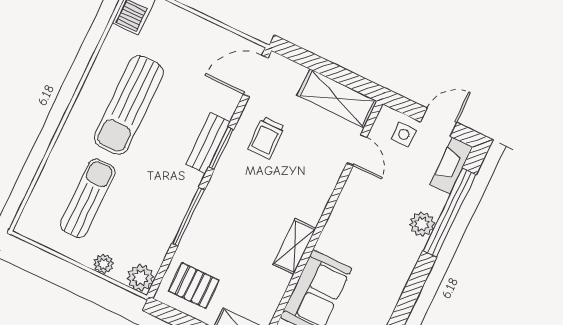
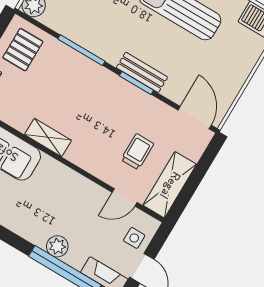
trolley: (266, 138) -> (137, 152), moved, turned 90

